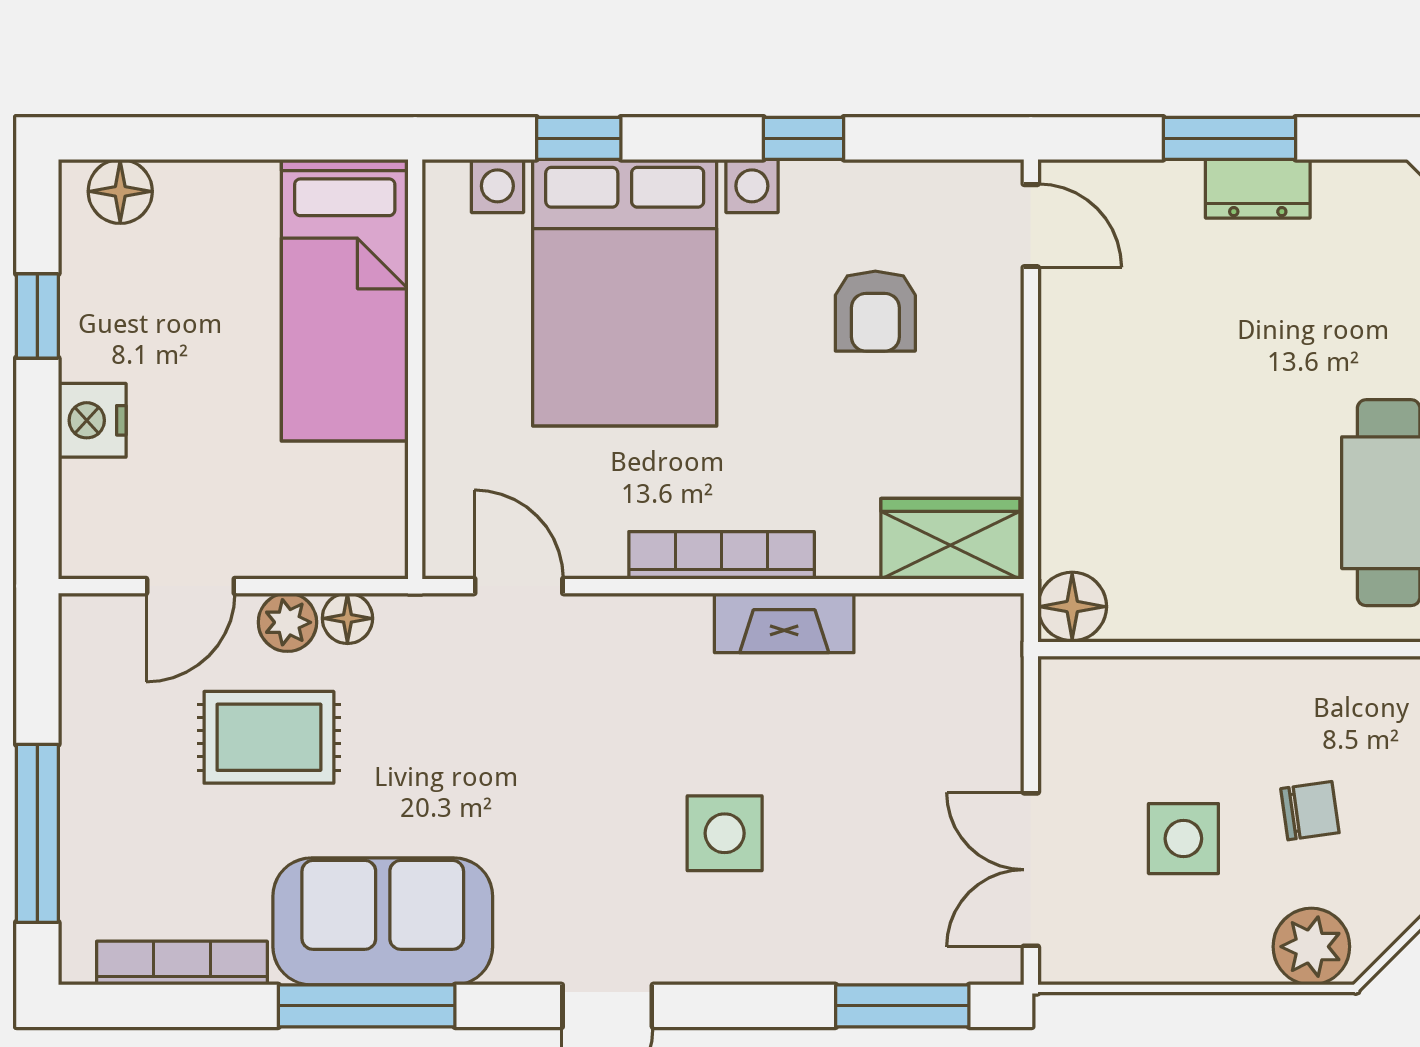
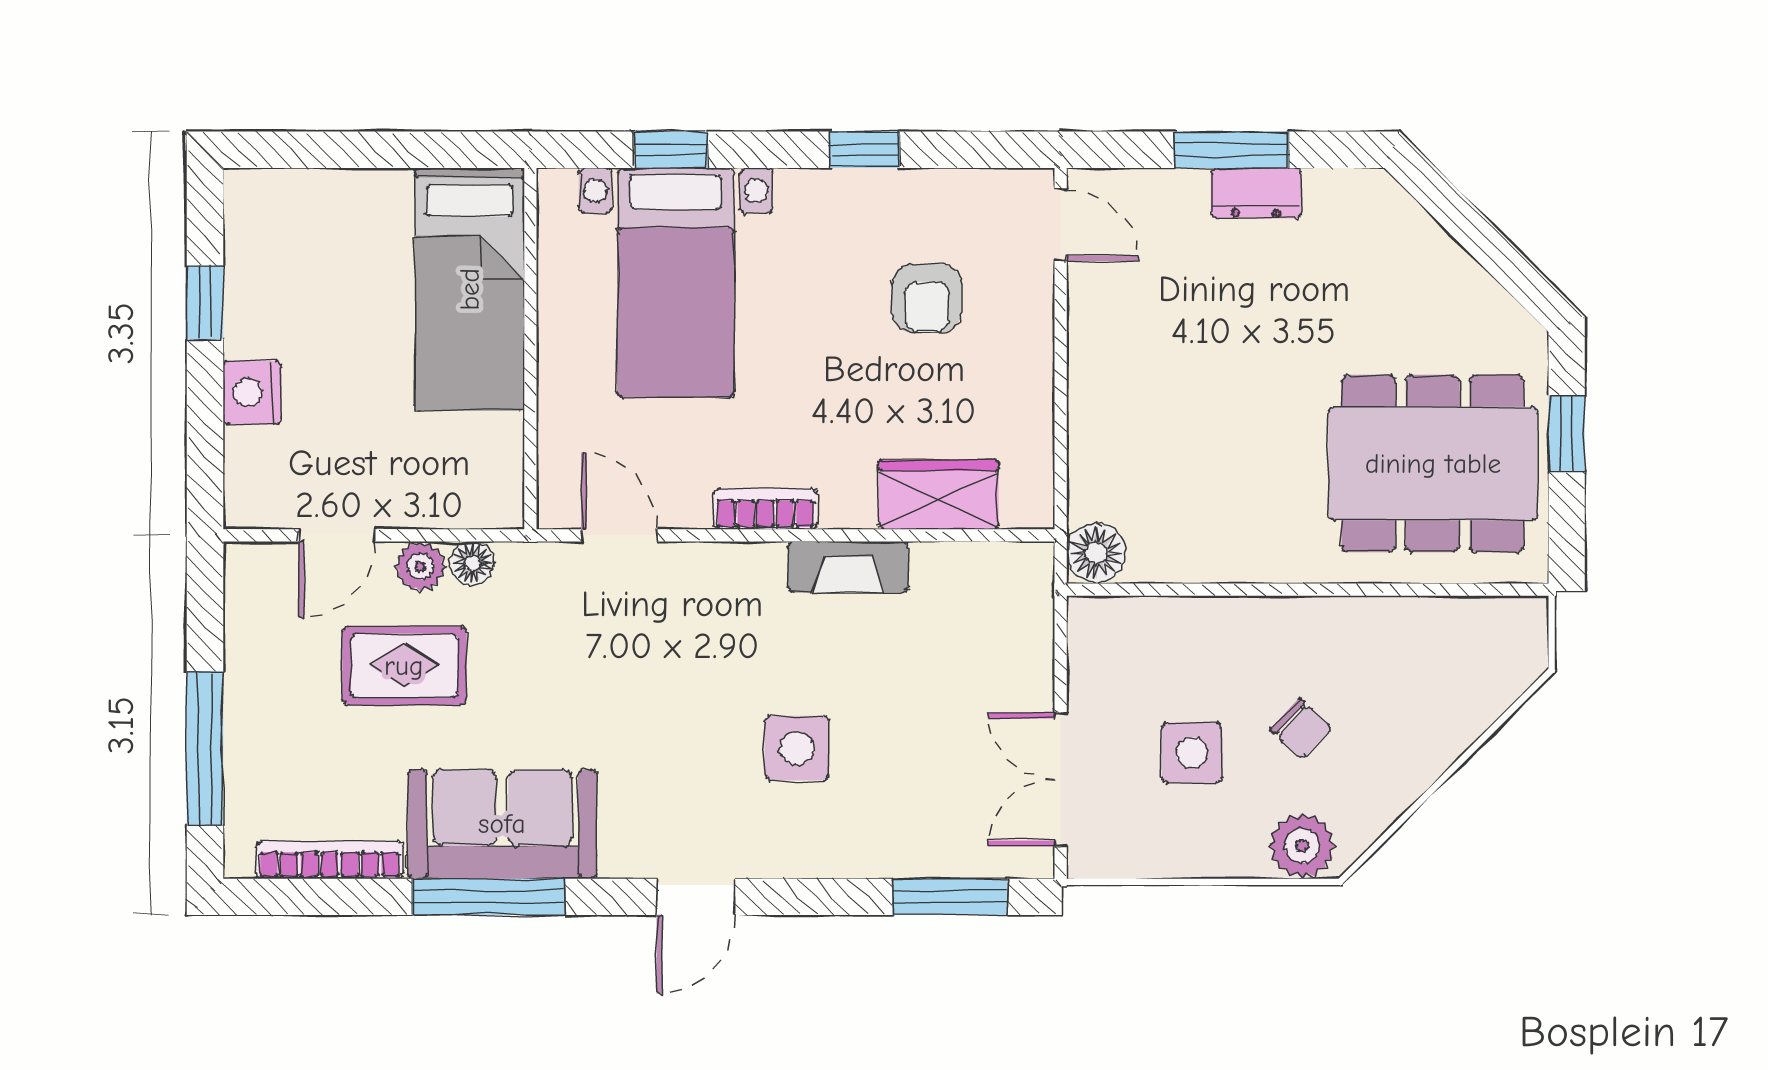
floor lamp: (120, 191) -> (276, 195), removed
bed with nightstands: (625, 293) -> (676, 283), width x0.73
wardrobe: (950, 539) -> (939, 495), moved
bookcase: (722, 555) -> (765, 509), width x0.64
chair: (1310, 811) -> (1301, 729), turned 51

